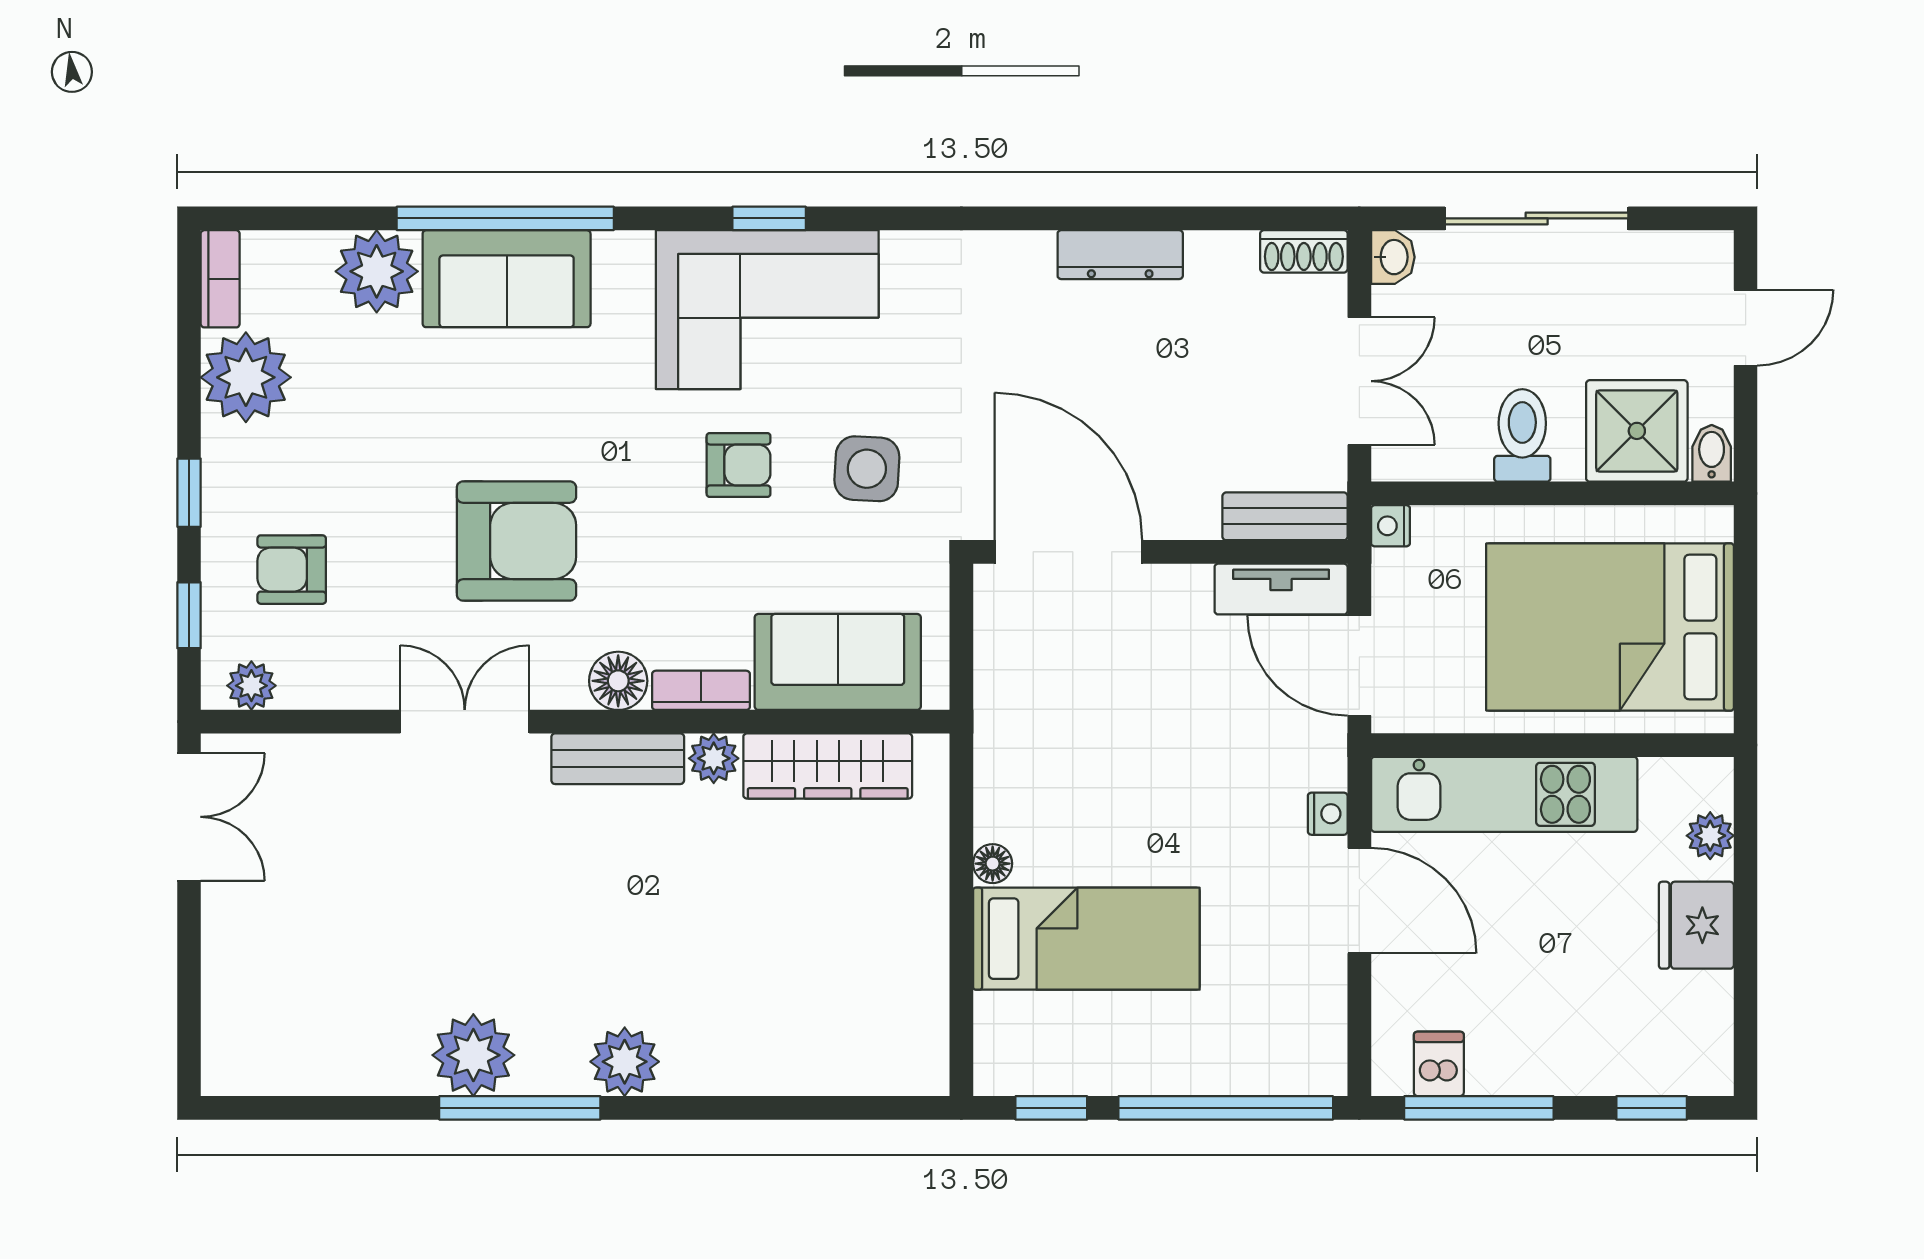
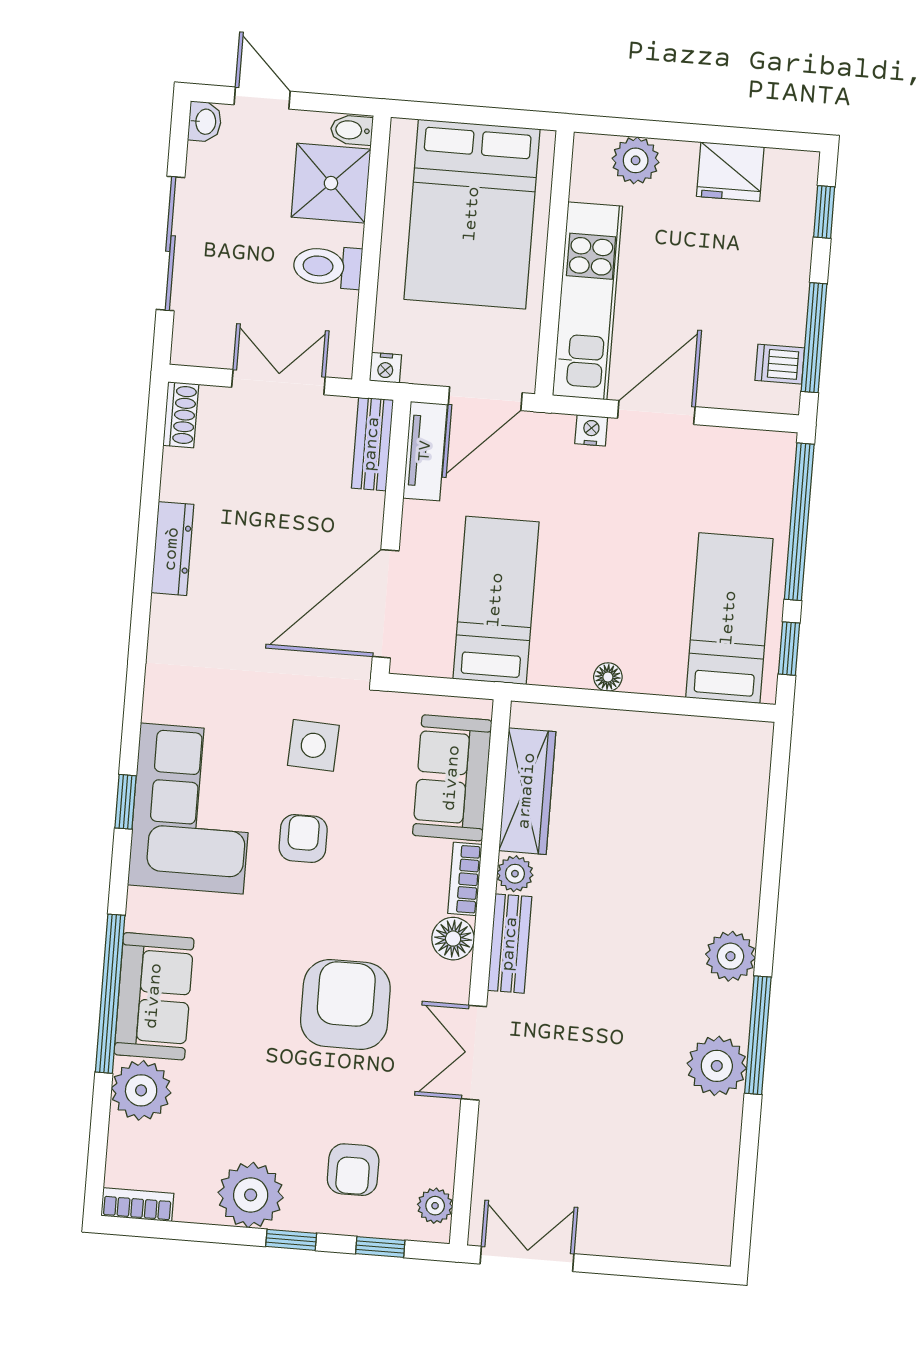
washbasin: (1393, 257) -> (205, 122), moved, turned 90
plant: (246, 377) -> (251, 1195), moved
bed: (1085, 702) -> (496, 600), added
plant: (1710, 836) -> (636, 160), width x1.38, depth x1.38
fridge: (1696, 925) -> (730, 172), moved
bed: (1086, 939) -> (729, 618), moved

